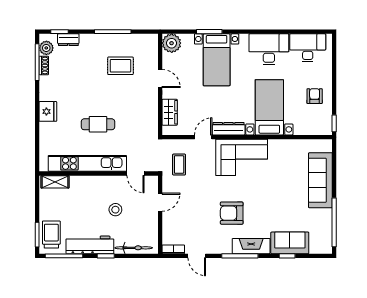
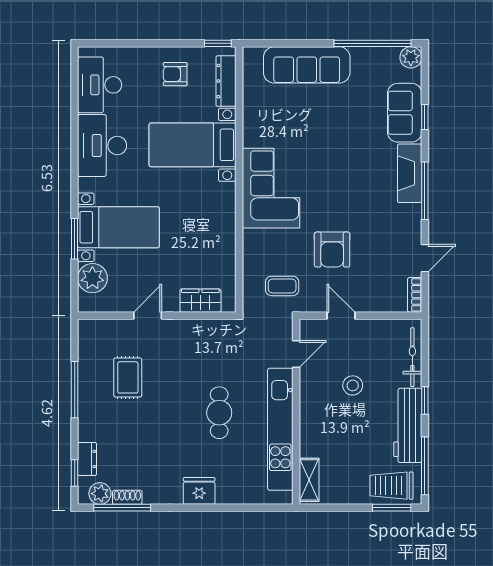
plant: (172, 43) -> (92, 278), moved
dresser: (229, 129) -> (226, 81), moved
door: (203, 137) -> (239, 248), removed
armchair: (232, 213) -> (332, 250), moved
plant: (325, 247) -> (411, 57), added

